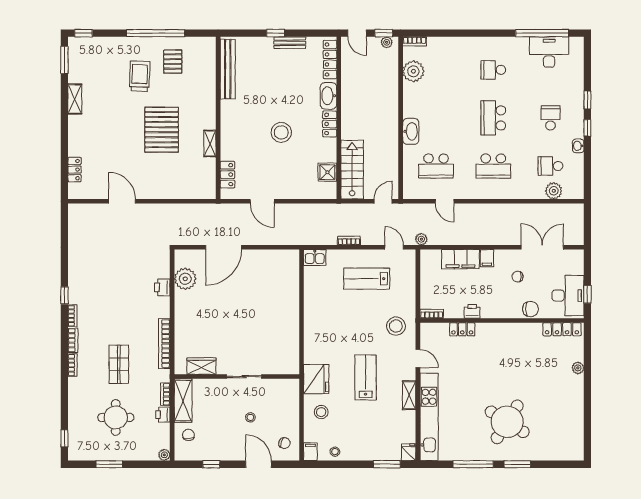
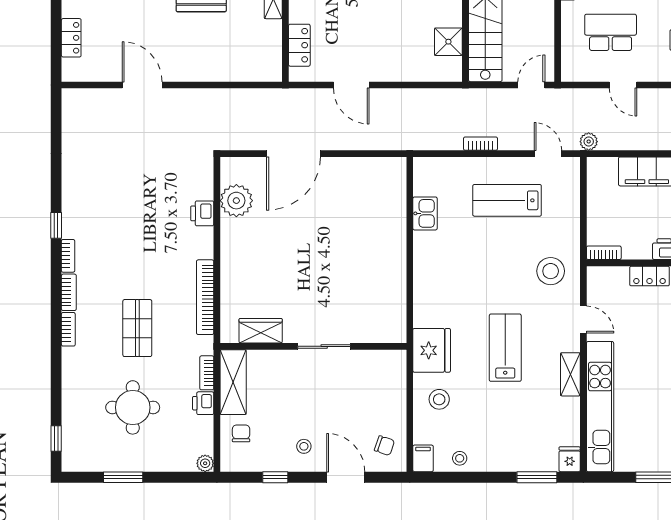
school desk: (436, 166) -> (611, 32), turned 180
kitchen sink: (315, 257) -> (425, 213), moved, turned -90
stool: (250, 417) -> (304, 446), moved

